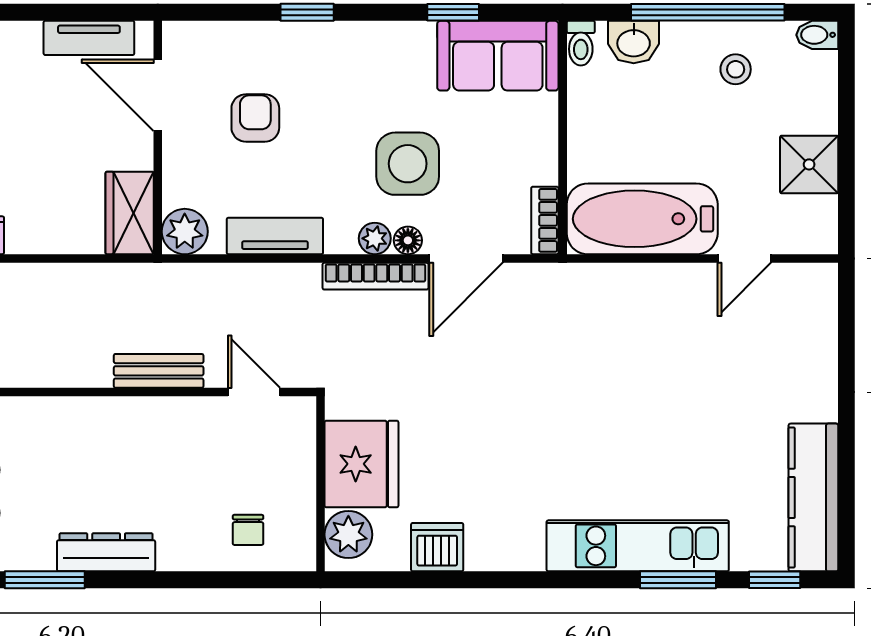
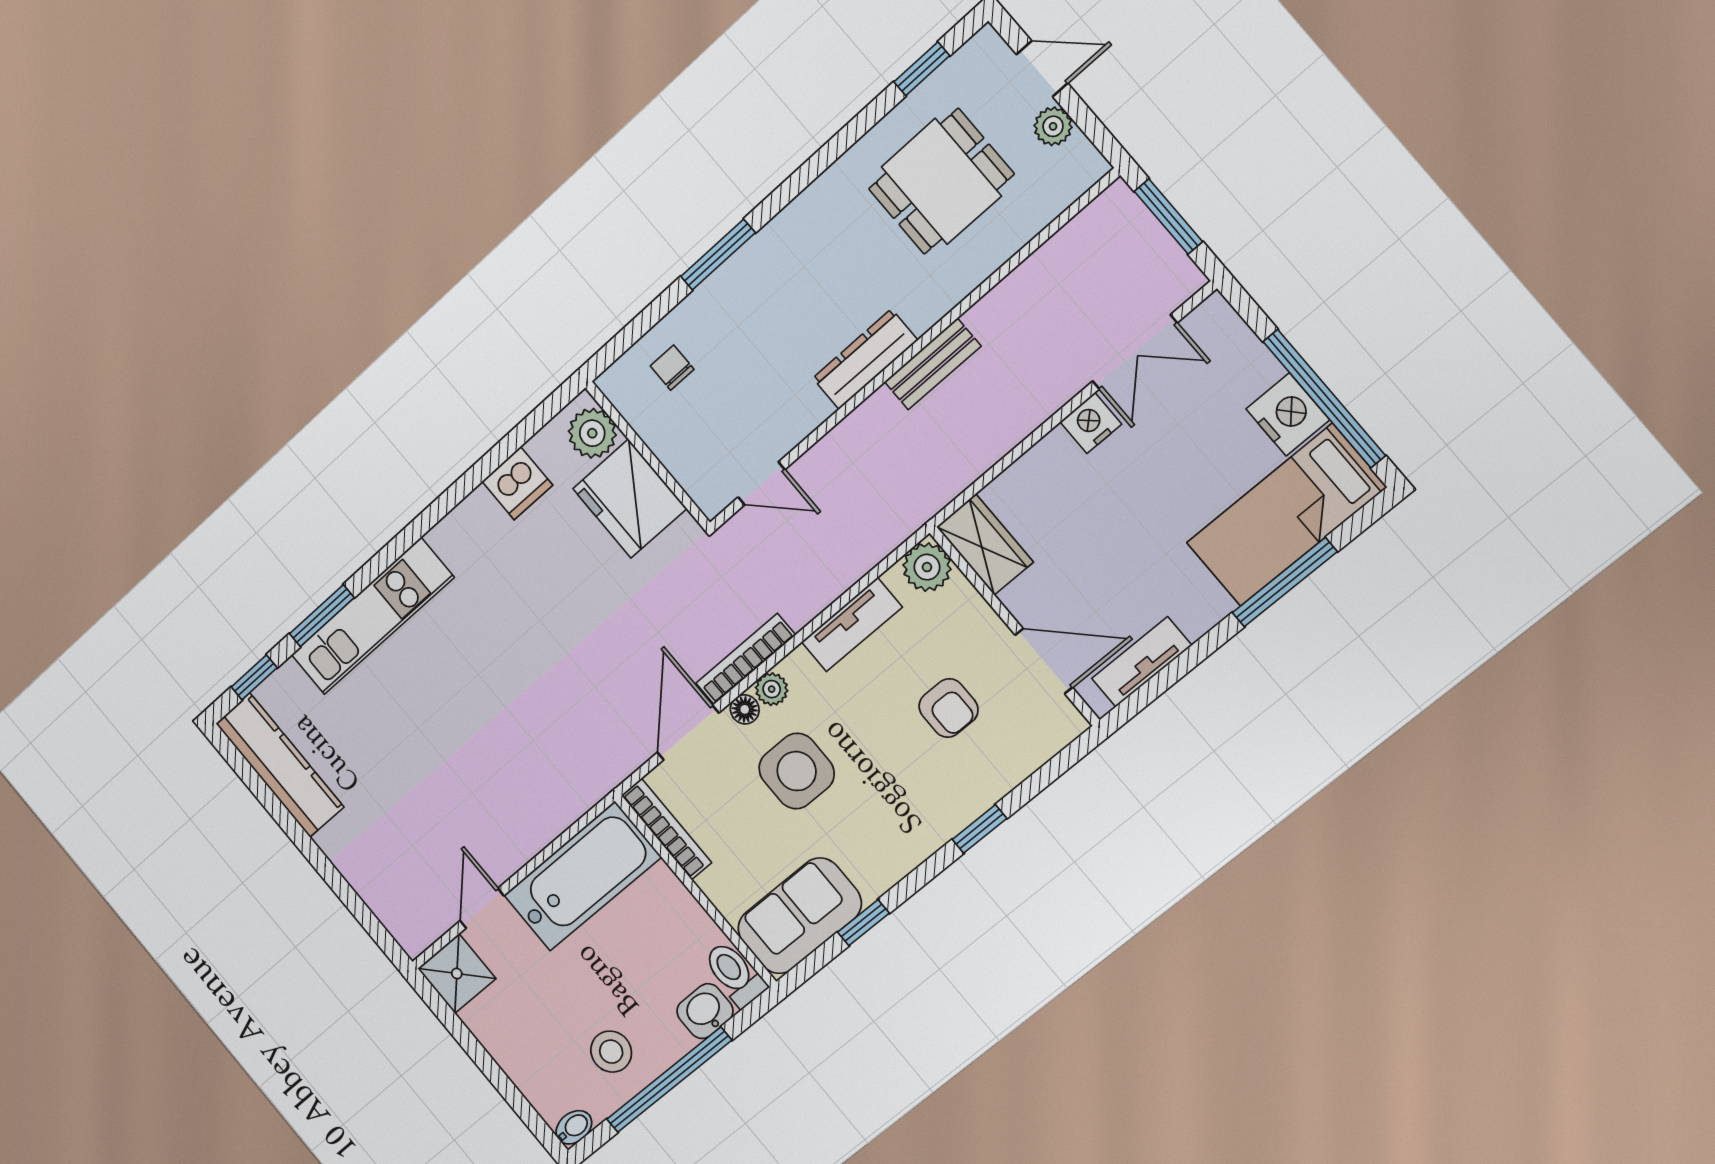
toilet: (581, 43) -> (735, 974), width x1.37, depth x1.39
stool: (736, 69) -> (611, 1052), width x1.37, depth x1.37
shower: (809, 164) -> (457, 974), moved
bookcase: (545, 220) -> (666, 829), width x1.56
bench: (159, 371) -> (933, 364), moved
dresser: (106, 552) -> (865, 359), moved, turned 180
window: (45, 580) -> (718, 255), moved

